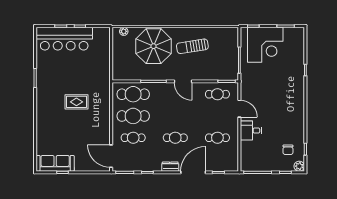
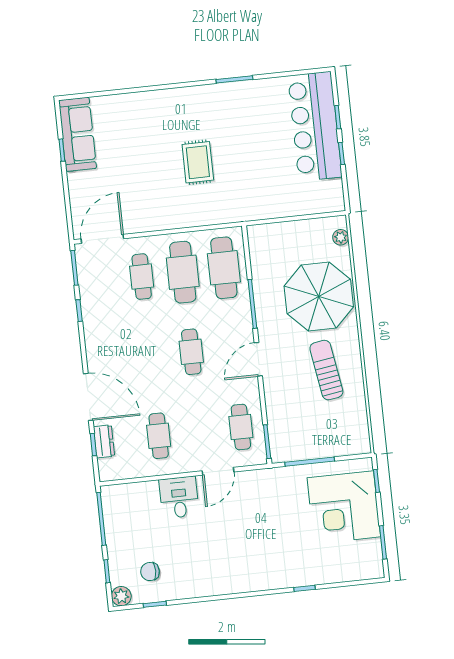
cafe table: (175, 138) -> (191, 352), moved
dresser: (170, 167) -> (104, 441), moved

